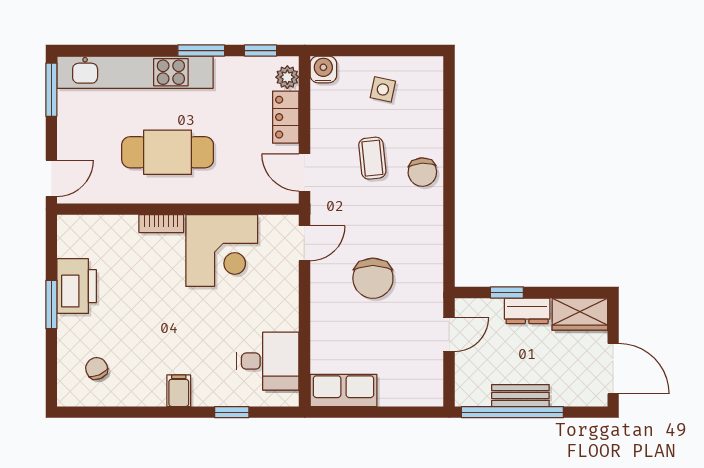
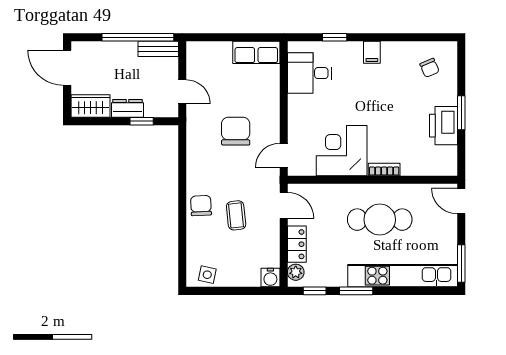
side table: (383, 89) -> (207, 275), moved
door: (51, 178) -> (461, 201), hinge flipped
door: (449, 335) -> (182, 92), swing flipped
bench: (520, 396) -> (158, 49), moved

